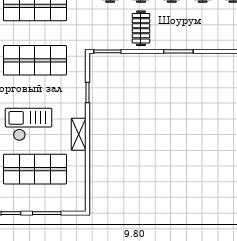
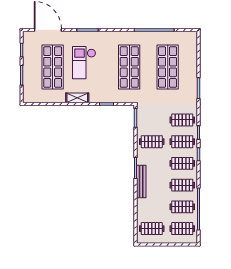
bench: (198, 43) -> (141, 182), added
checkout: (29, 124) -> (84, 63), turned 180

